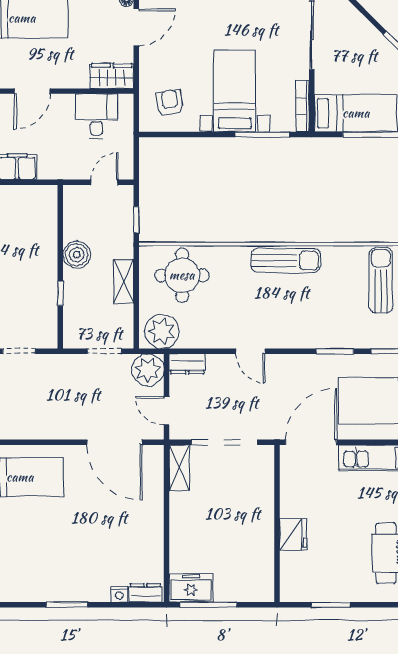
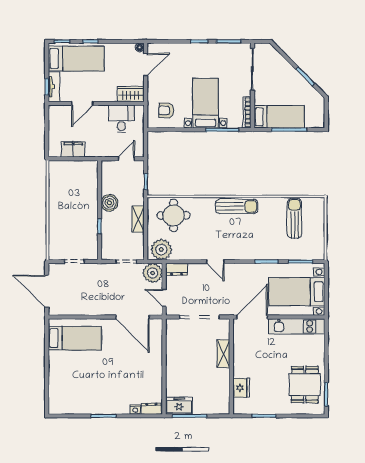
armchair: (170, 103) -> (166, 110), turned -81
shelving: (179, 468) -> (223, 354), moved
fridge: (293, 534) -> (241, 388), moved

